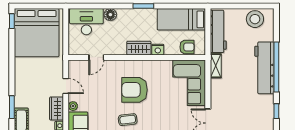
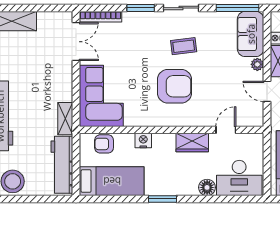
wardrobe: (139, 48) -> (192, 142), moved

